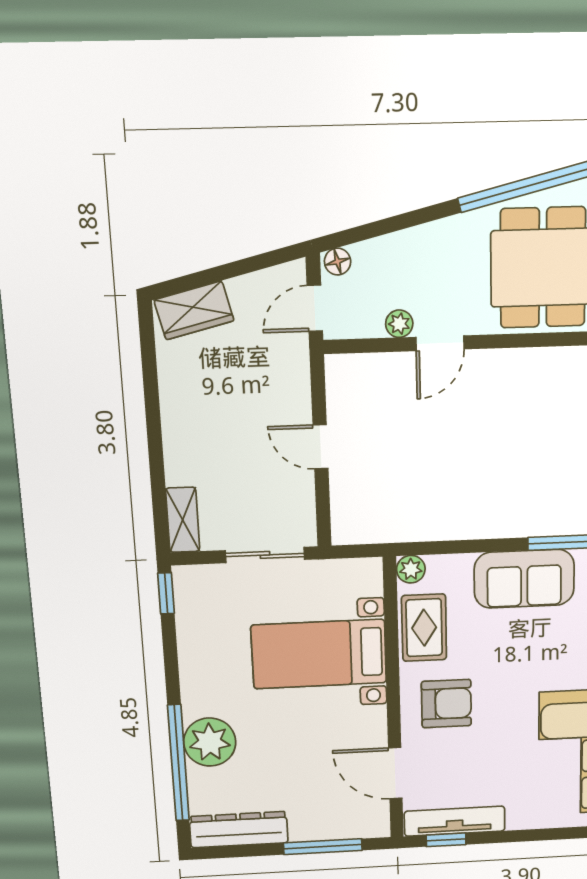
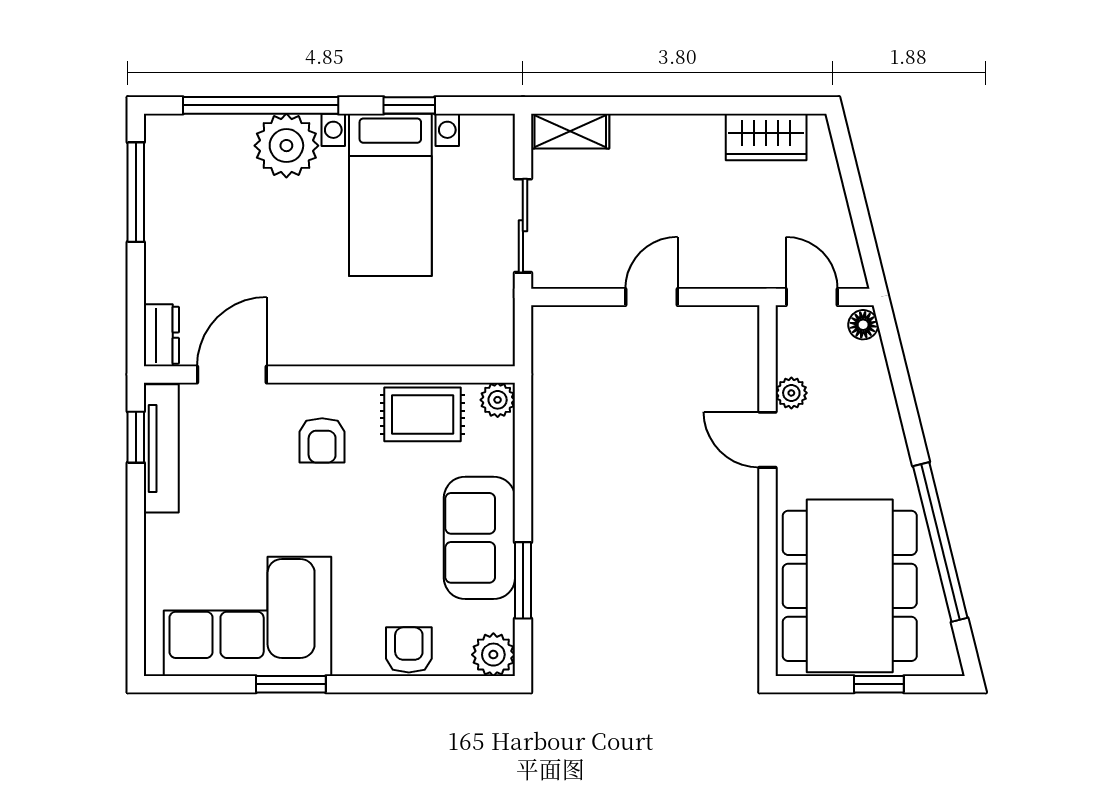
wardrobe: (194, 310) -> (766, 137), moved, turned -76
window: (166, 593) -> (409, 105), moved
bed with nightstands: (319, 654) -> (390, 195), moved, turned 180
armchair: (446, 704) -> (322, 440), width x0.72, depth x0.72
dresser: (239, 830) -> (161, 335), moved, width x0.51, depth x0.80
window: (323, 847) -> (136, 192), moved

